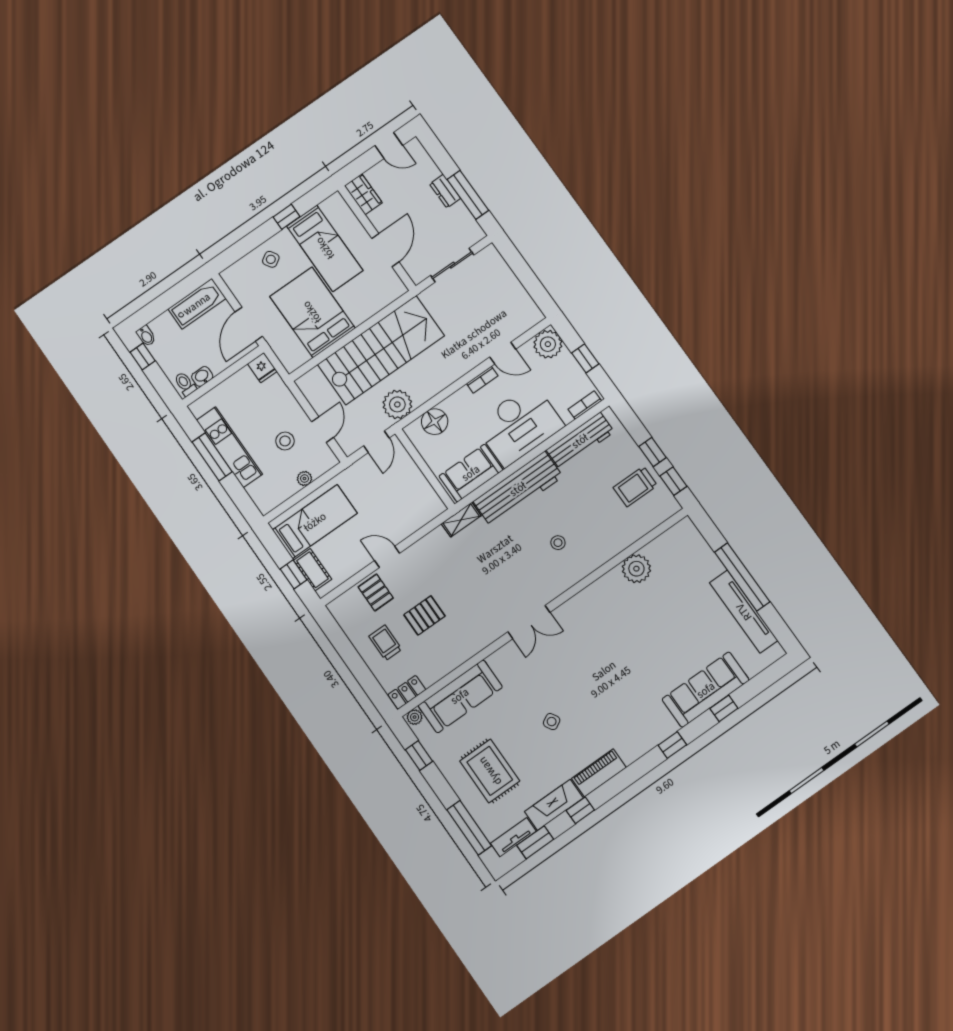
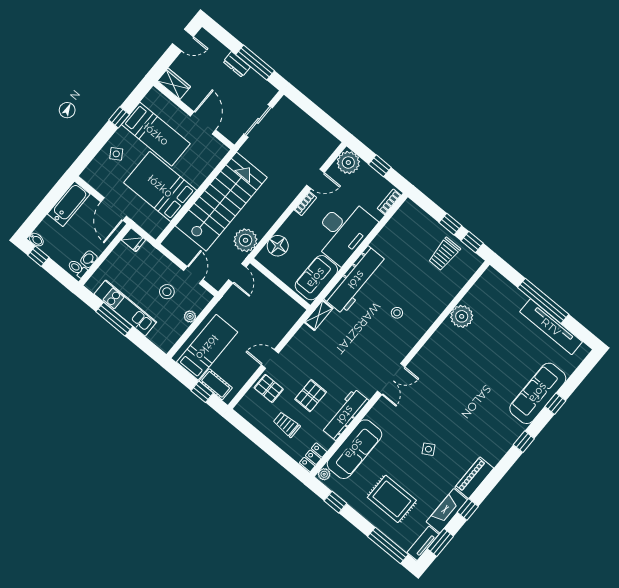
workbench: (580, 441) -> (345, 415), moved, turned 180

